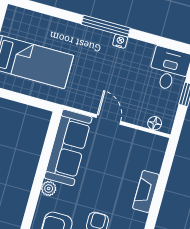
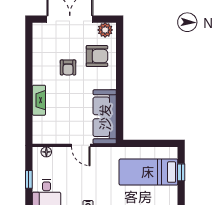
plant: (49, 188) -> (111, 83), removed

